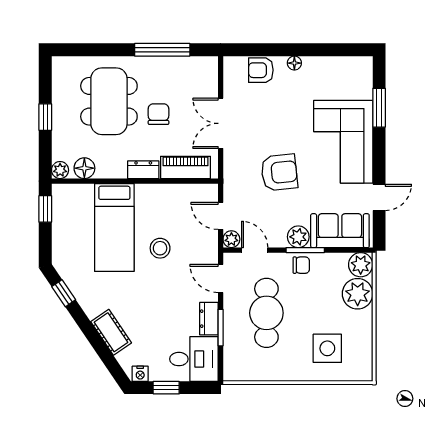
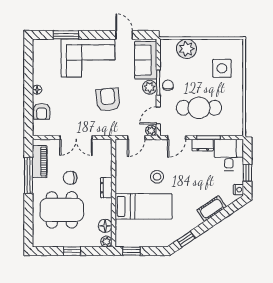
piano: (185, 167) -> (40, 162), moved, turned 180
plant: (361, 265) -> (168, 47), removed

